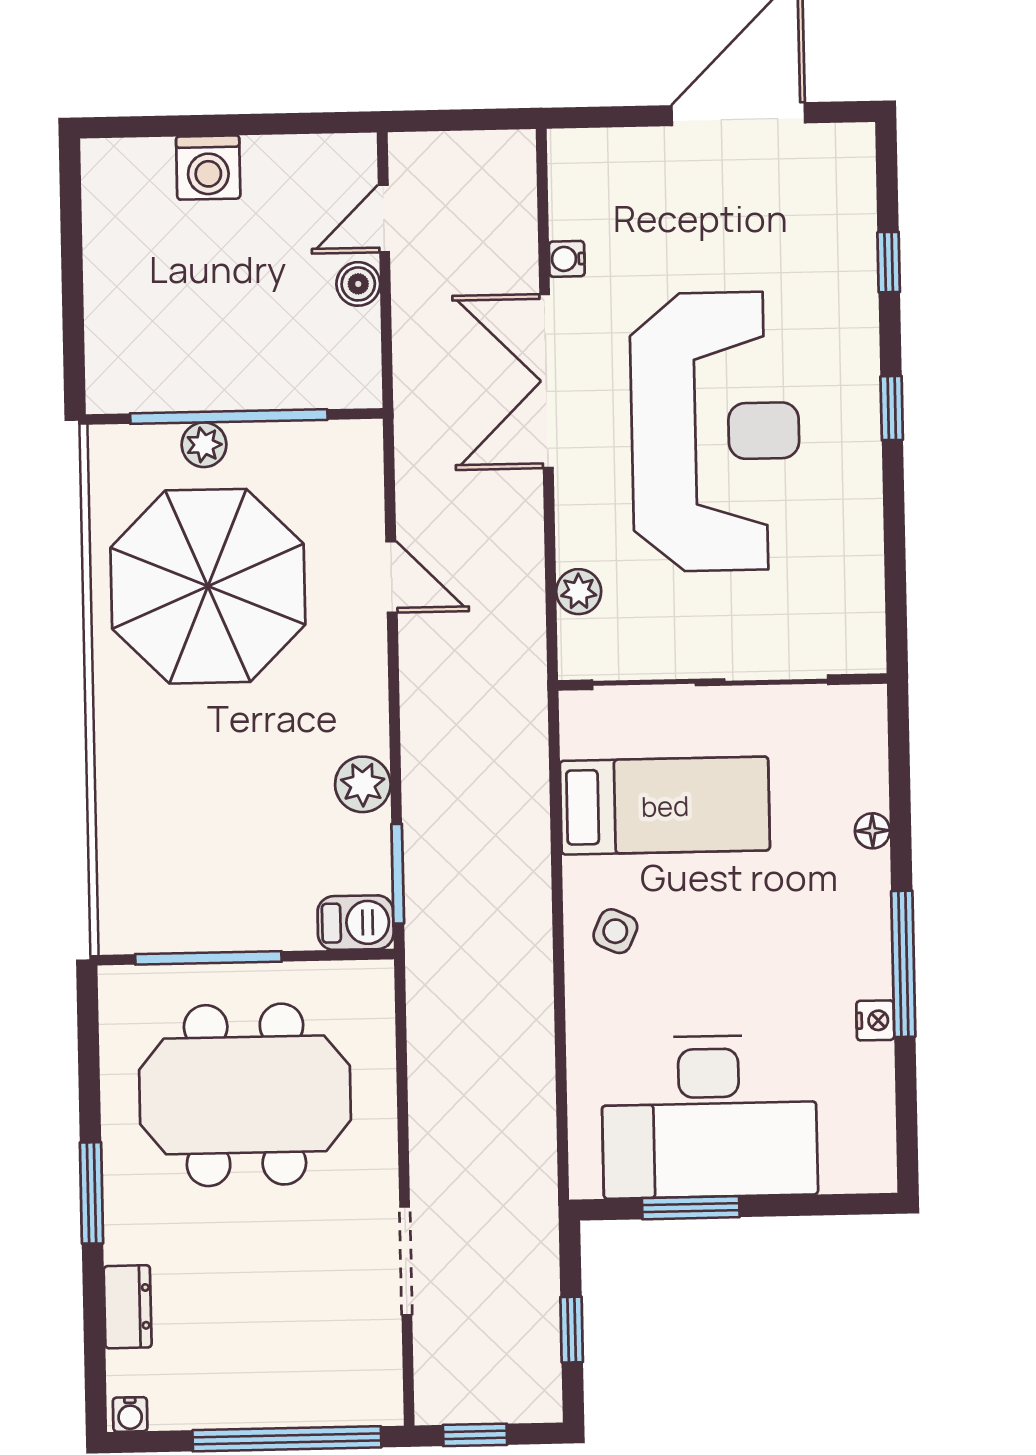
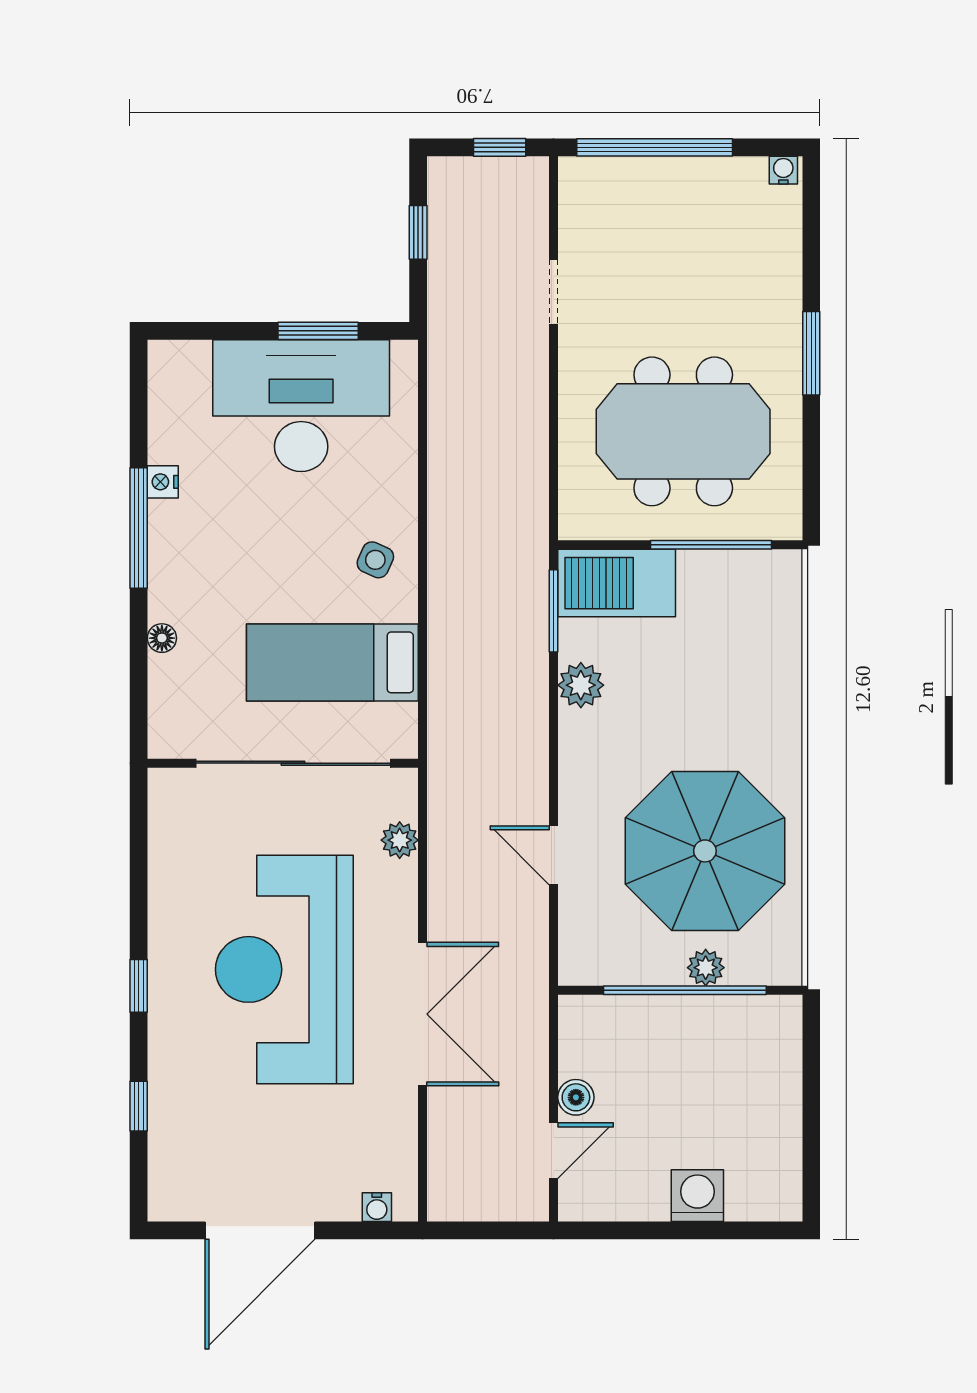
water cooler: (567, 259) -> (377, 1207), moved, turned 90
barbecue: (356, 923) -> (617, 583), width x1.88, depth x1.53
doorway: (406, 1261) -> (554, 292), width x0.73
dresser: (128, 1307) -> (783, 259), removed

